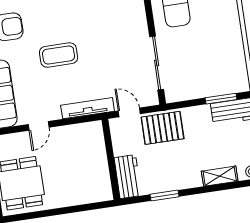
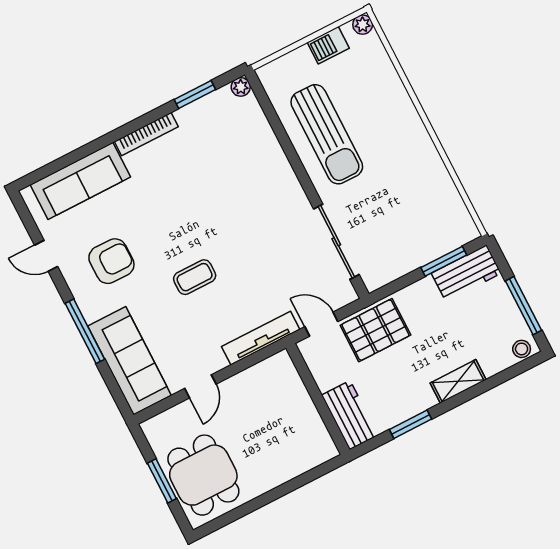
coffee table: (59, 55) -> (195, 277), width x0.73, depth x0.77
shelving: (220, 176) -> (458, 381), moved

